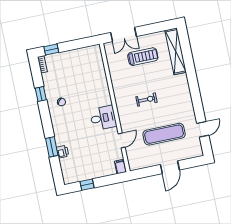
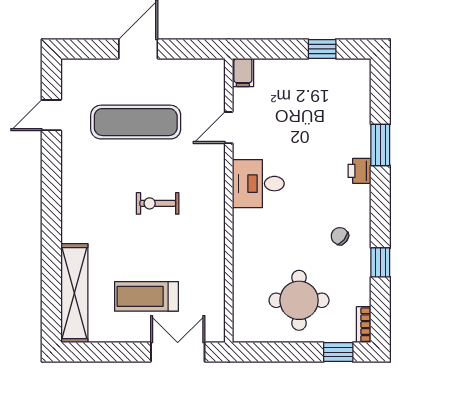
round table: (74, 69) -> (299, 300), added
printer: (63, 152) -> (360, 171), moved

